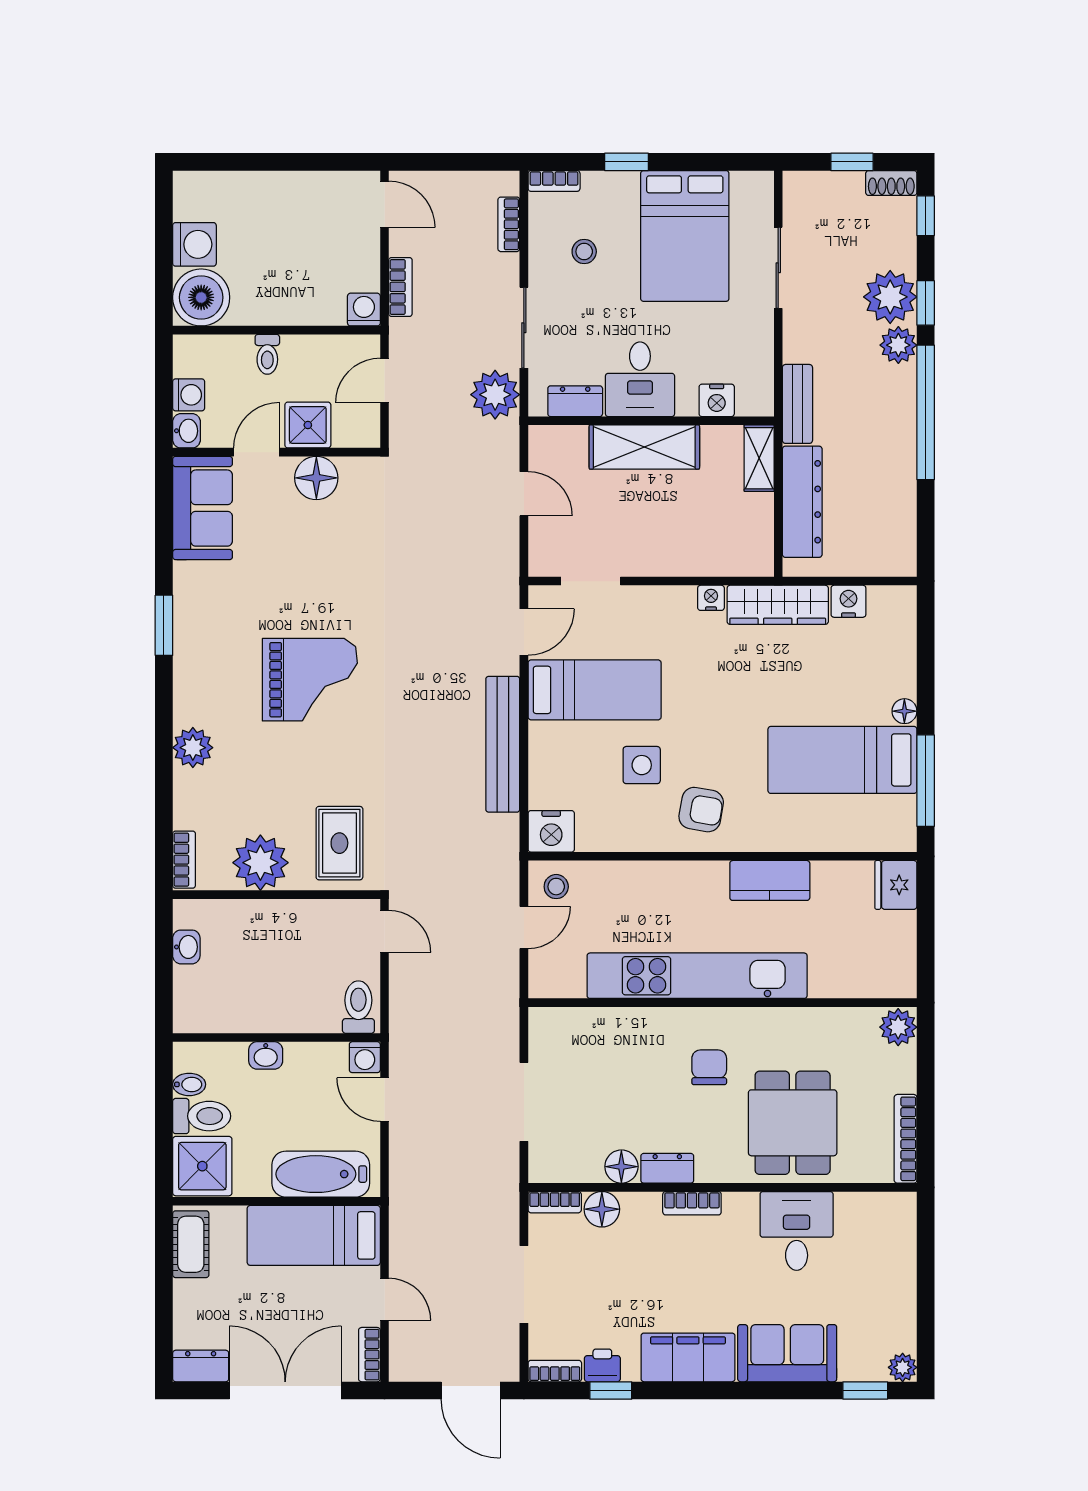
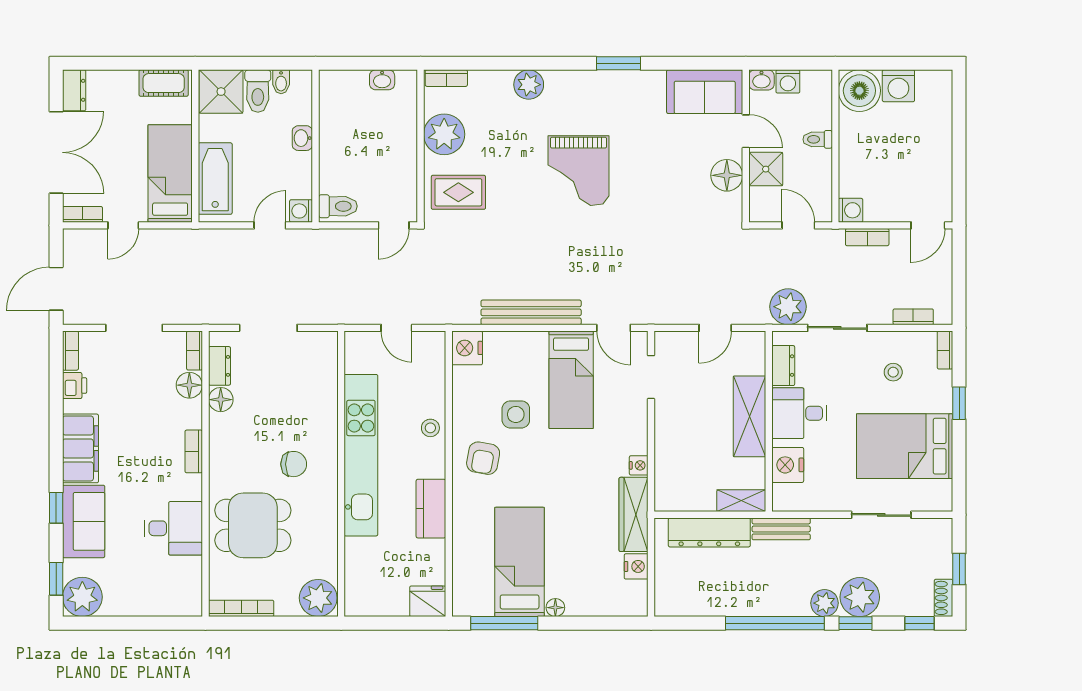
nightstand: (717, 400) -> (788, 465), width x1.36, depth x1.33
stool: (556, 887) -> (430, 428), moved
plant: (898, 1027) -> (318, 598), width x1.36, depth x1.36
dresser: (667, 1168) -> (219, 366), moved
plant: (903, 1367) -> (82, 597), width x1.87, depth x1.87
window: (611, 1390) -> (56, 508), moved

